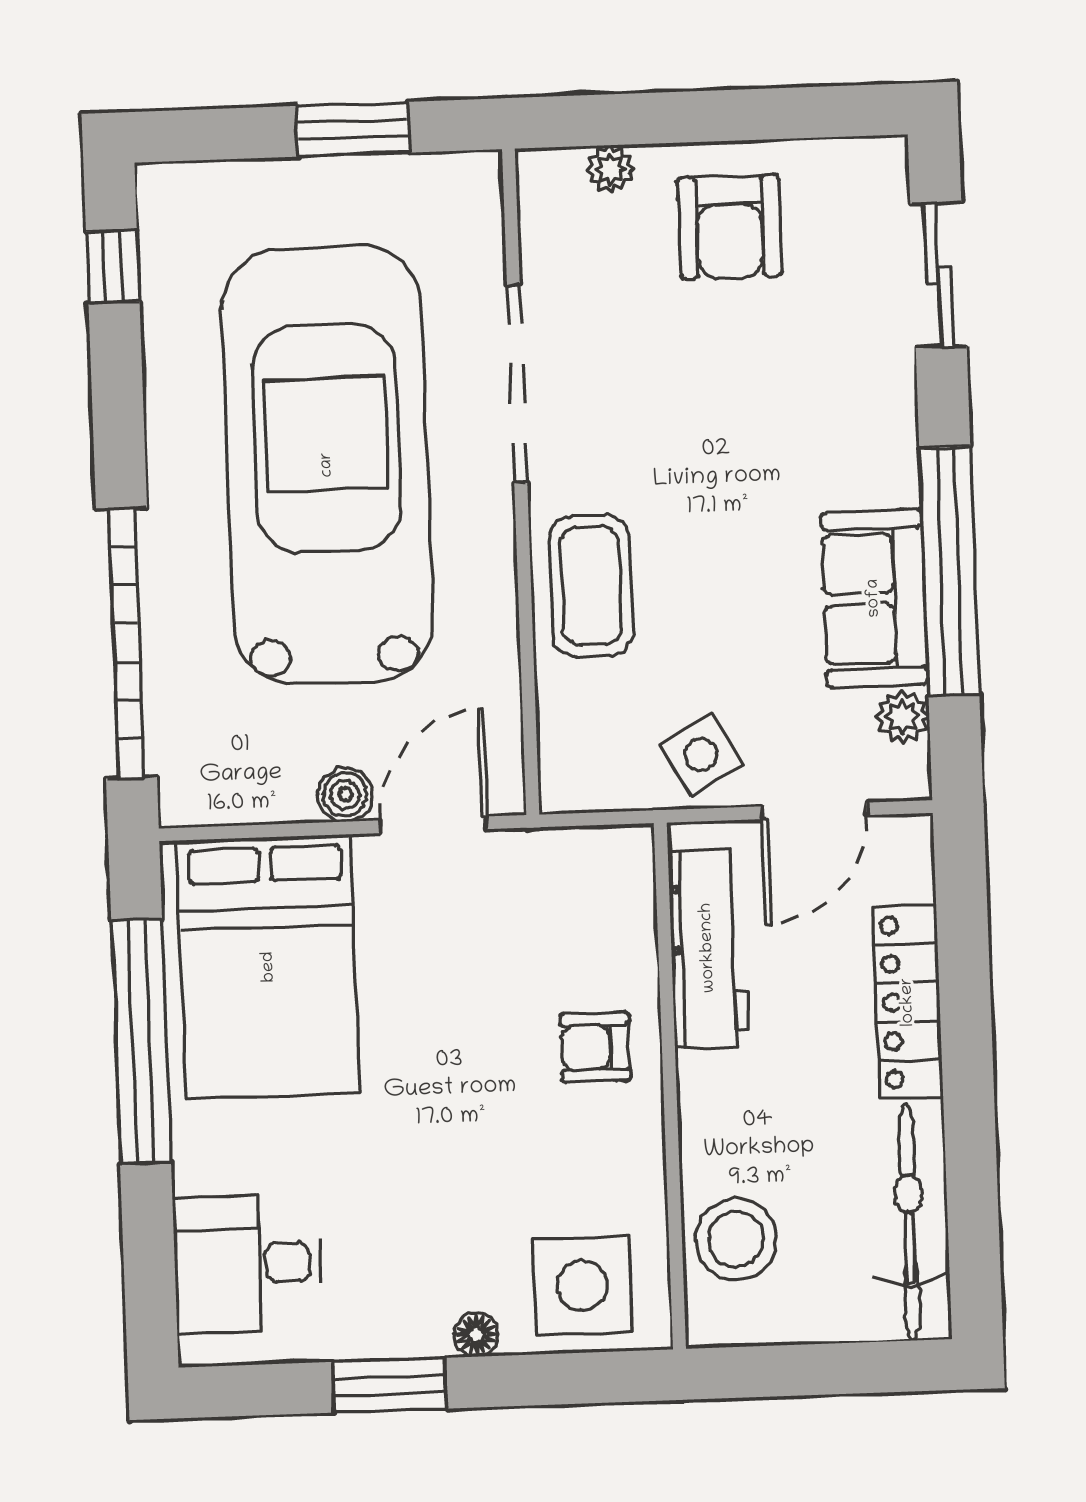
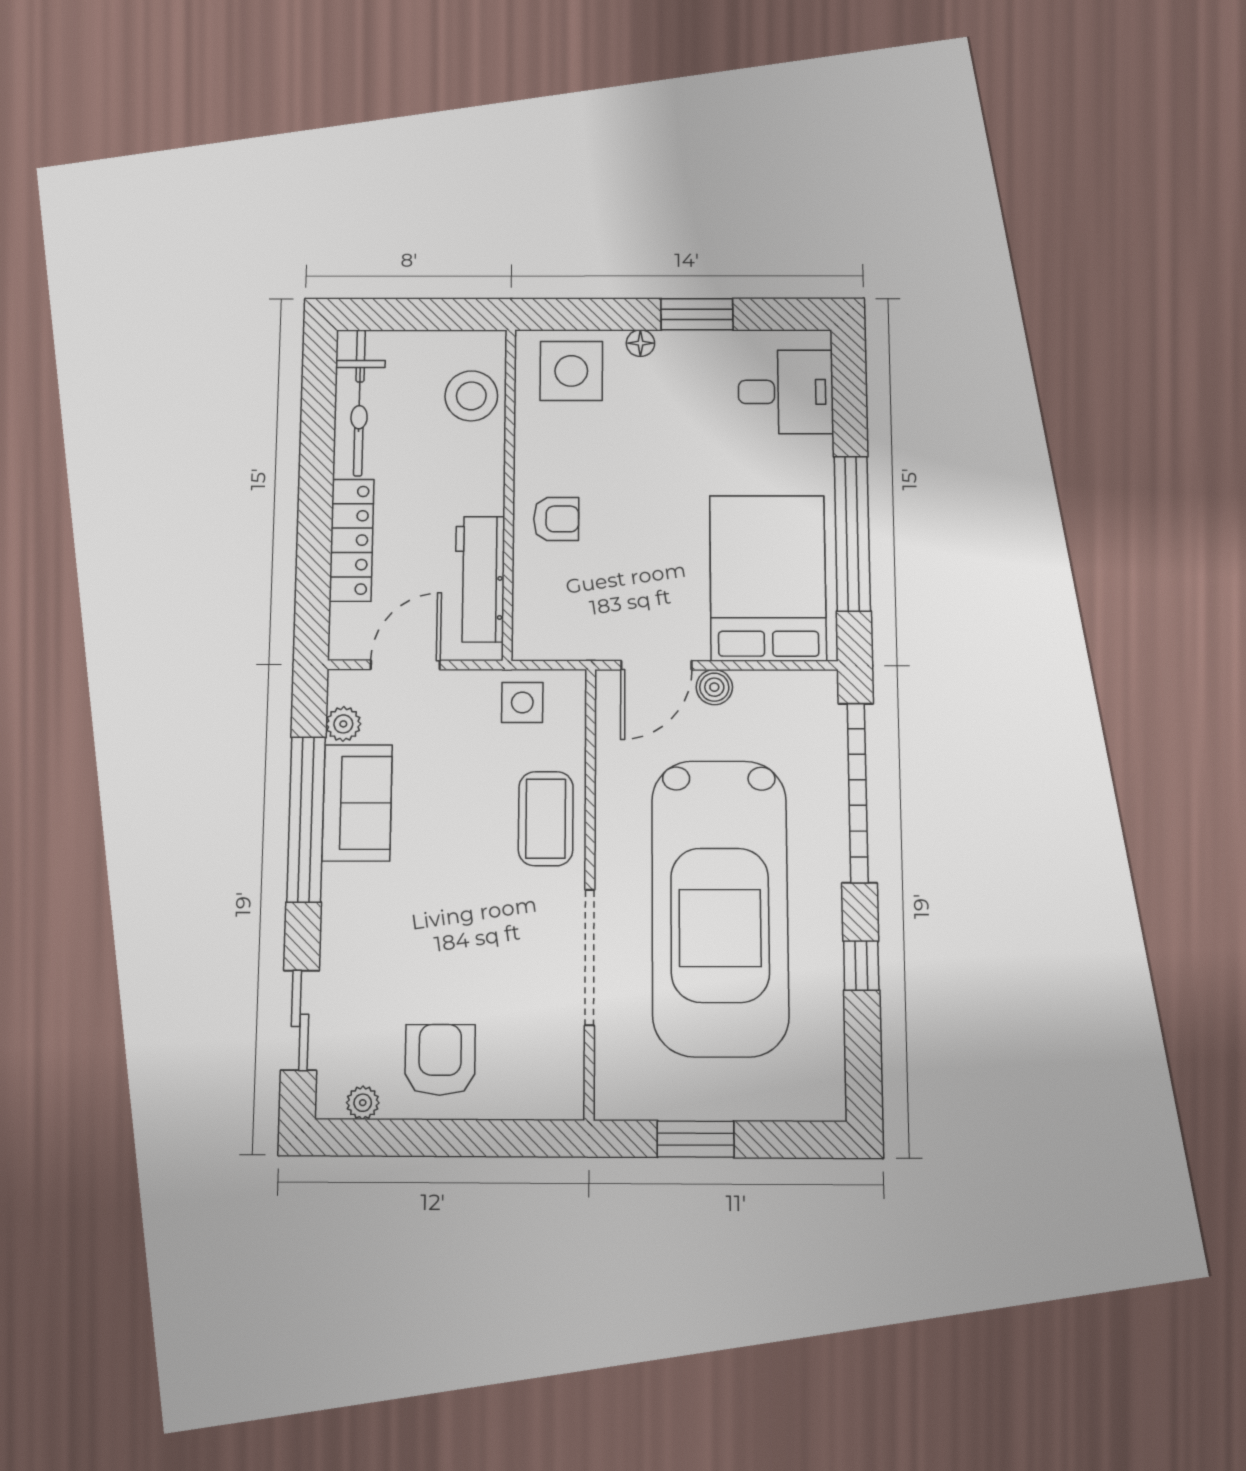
plant: (610, 169) -> (363, 1103), moved
window: (113, 267) -> (861, 966), moved
side table: (701, 755) -> (522, 702), moved, turned 30

